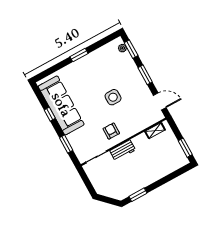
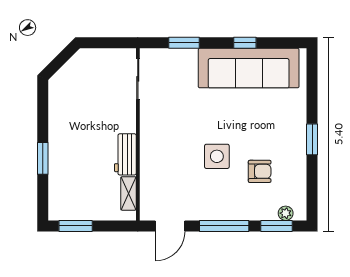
window: (145, 75) -> (224, 226), width x1.44
armchair: (111, 131) -> (260, 171), moved
workbench: (123, 150) -> (125, 154), moved
window: (138, 195) -> (43, 158), moved

